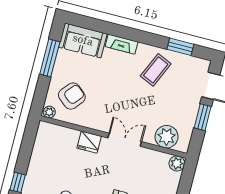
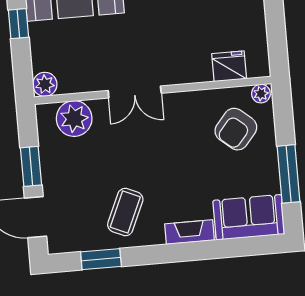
fridge: (89, 142) -> (229, 66), moved

